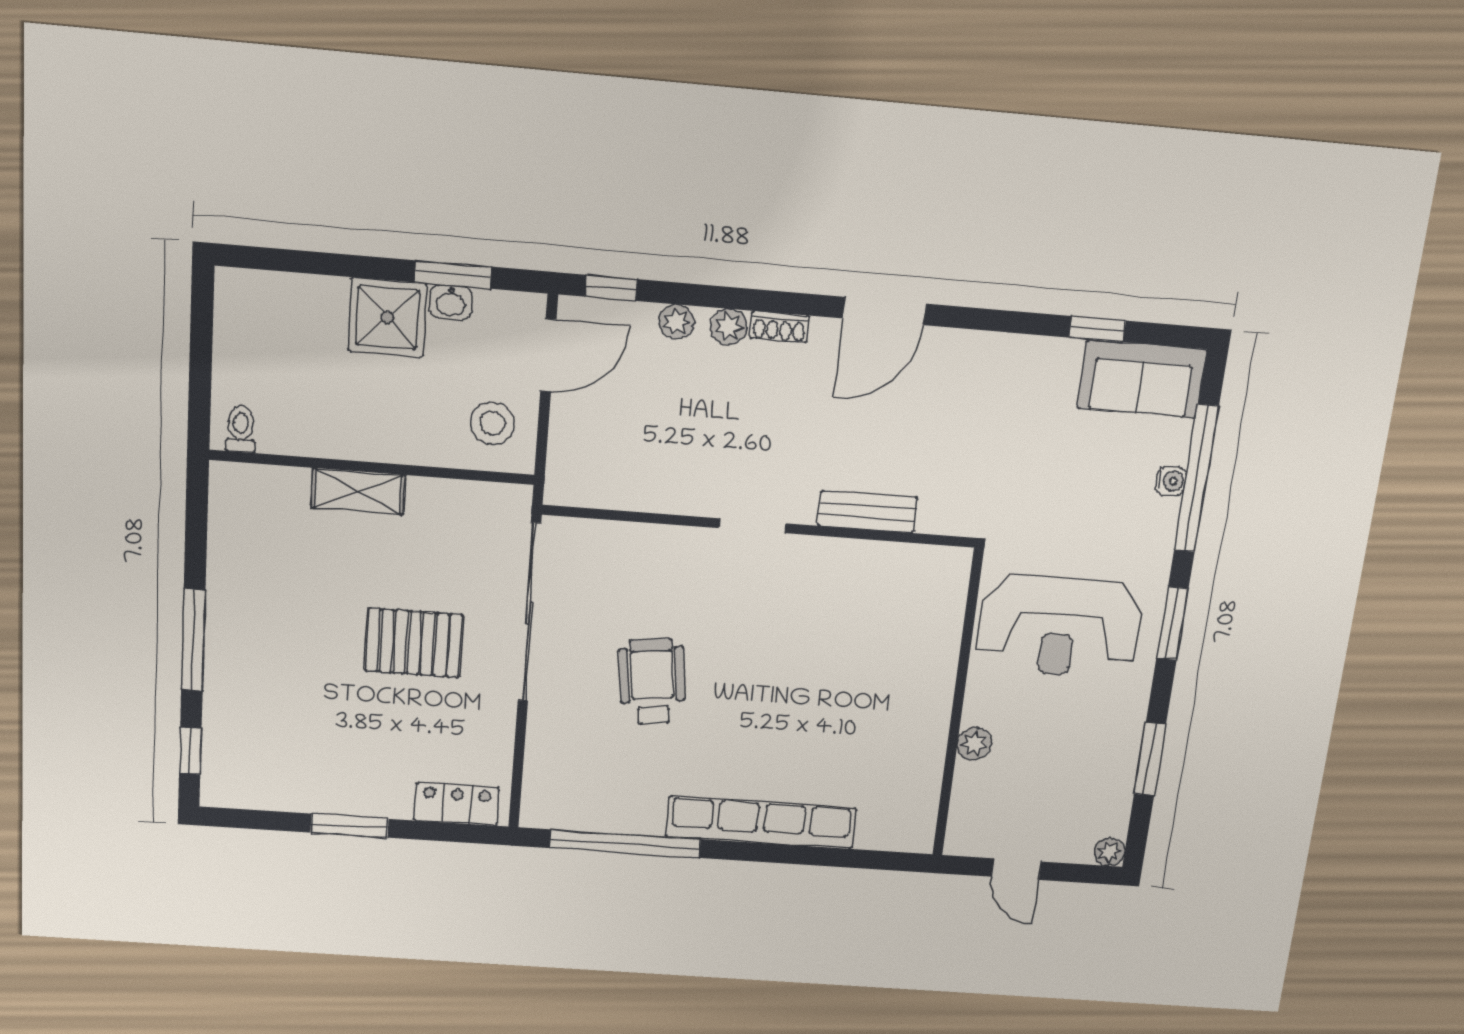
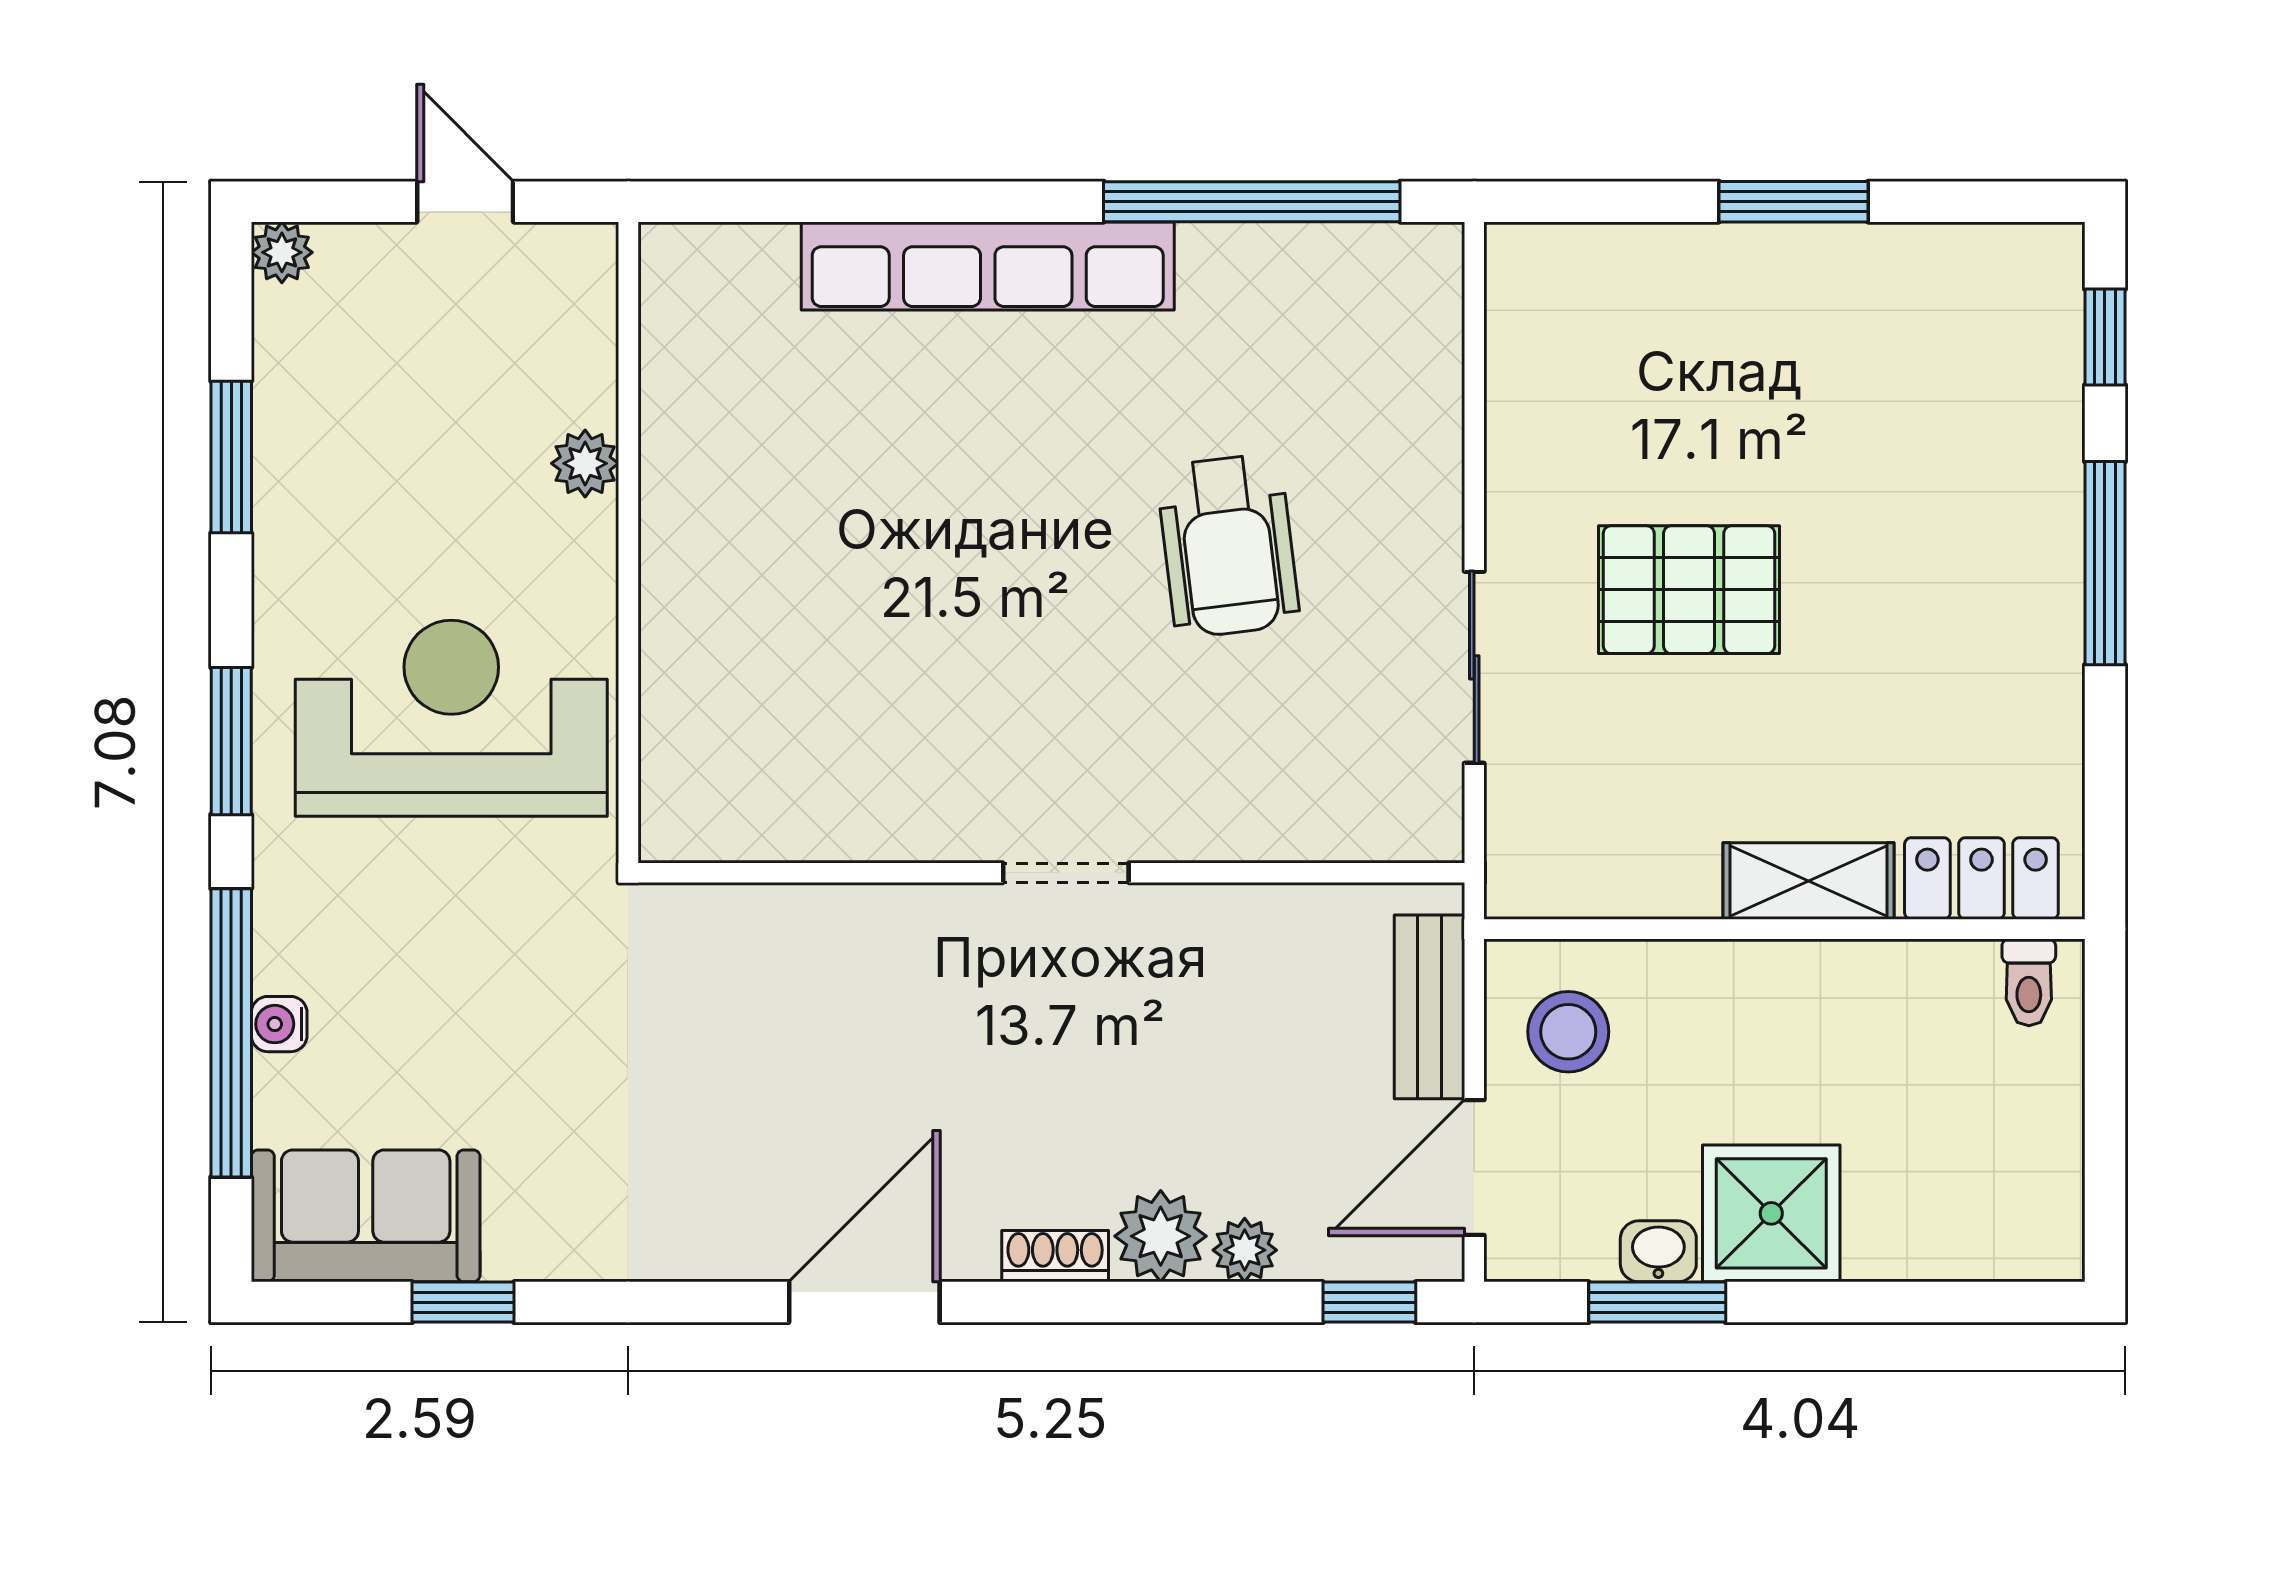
plant: (729, 327) -> (1161, 1236), width x1.38, depth x1.38
bench: (867, 512) -> (1429, 1007), moved, turned 90
sliding door: (529, 613) -> (1474, 667), width x0.54
locker: (457, 804) -> (1981, 878), moved, turned 180

